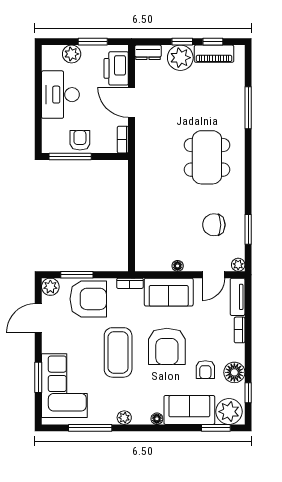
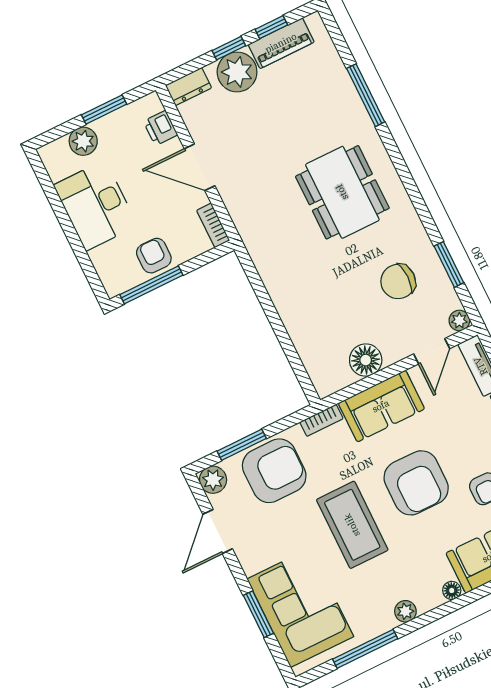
printer: (116, 68) -> (161, 128), width x0.53, depth x0.68
floor lamp: (178, 266) -> (366, 360), width x1.89, depth x1.89

